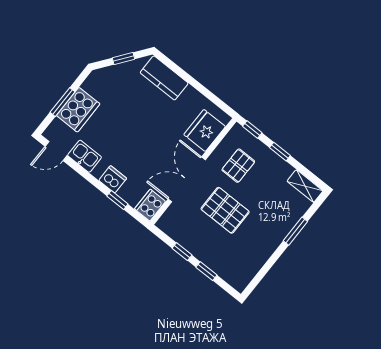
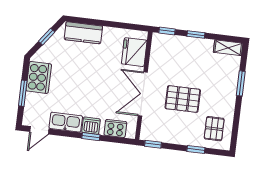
cooker: (78, 110) -> (39, 77), moved
kitchen sink: (85, 156) -> (66, 122), width x1.38
pallet: (238, 166) -> (214, 129), moved
window: (117, 200) -> (91, 137), moved
cooker: (150, 205) -> (115, 128), moved, turned 90
window: (182, 252) -> (153, 144), moved

